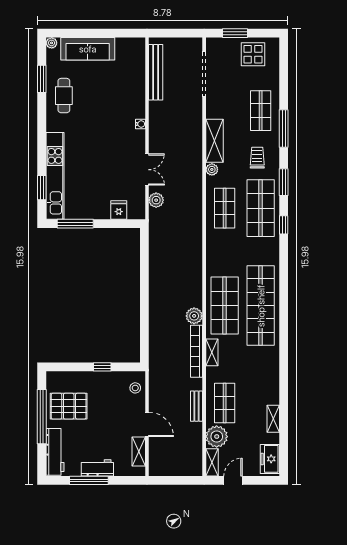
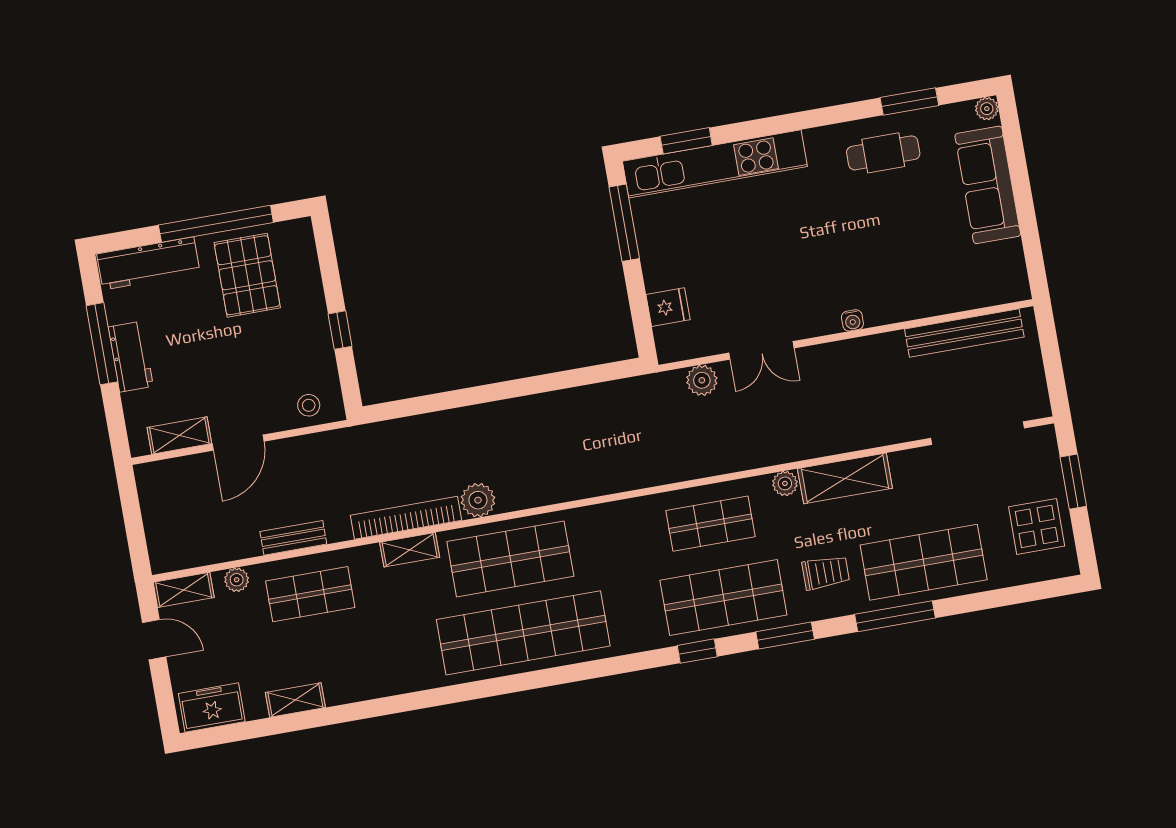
shop shelf: (261, 111) -> (924, 562), width x1.43, depth x1.36
plant: (217, 437) -> (237, 580), width x0.53, depth x0.53

